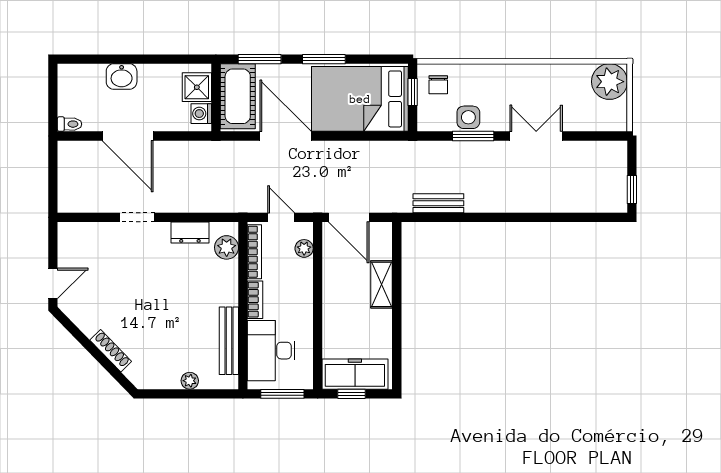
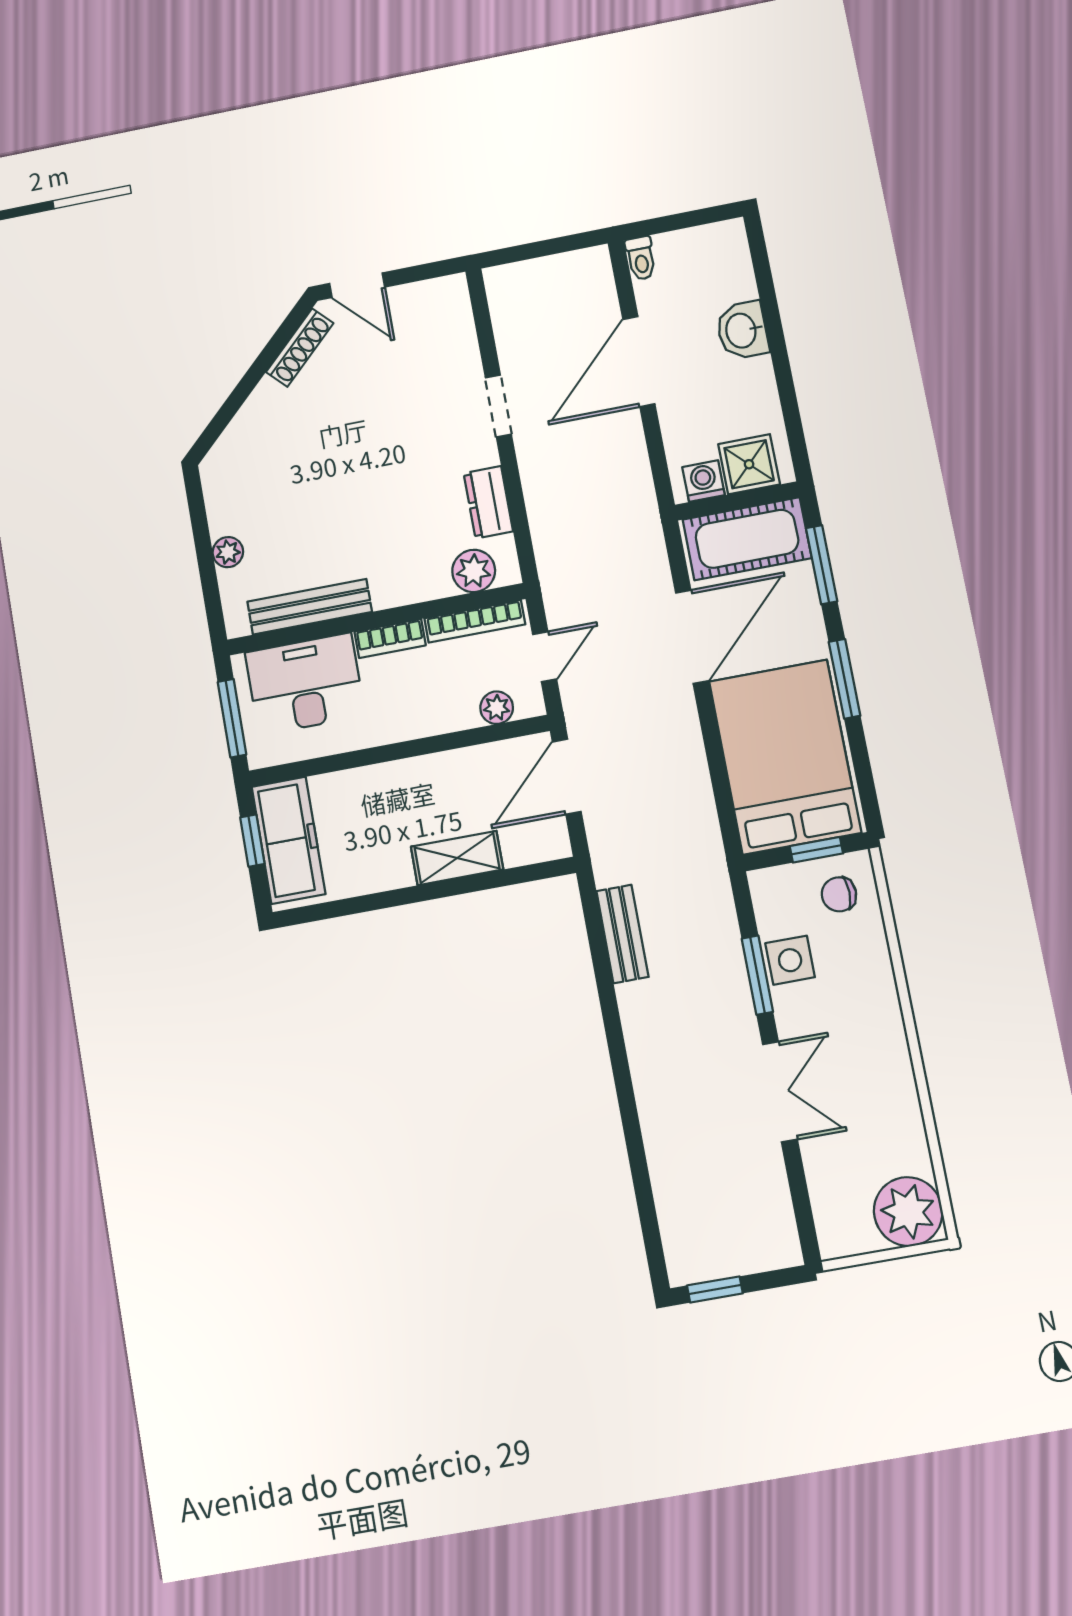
shoe rack: (111, 351) -> (300, 348), moved

